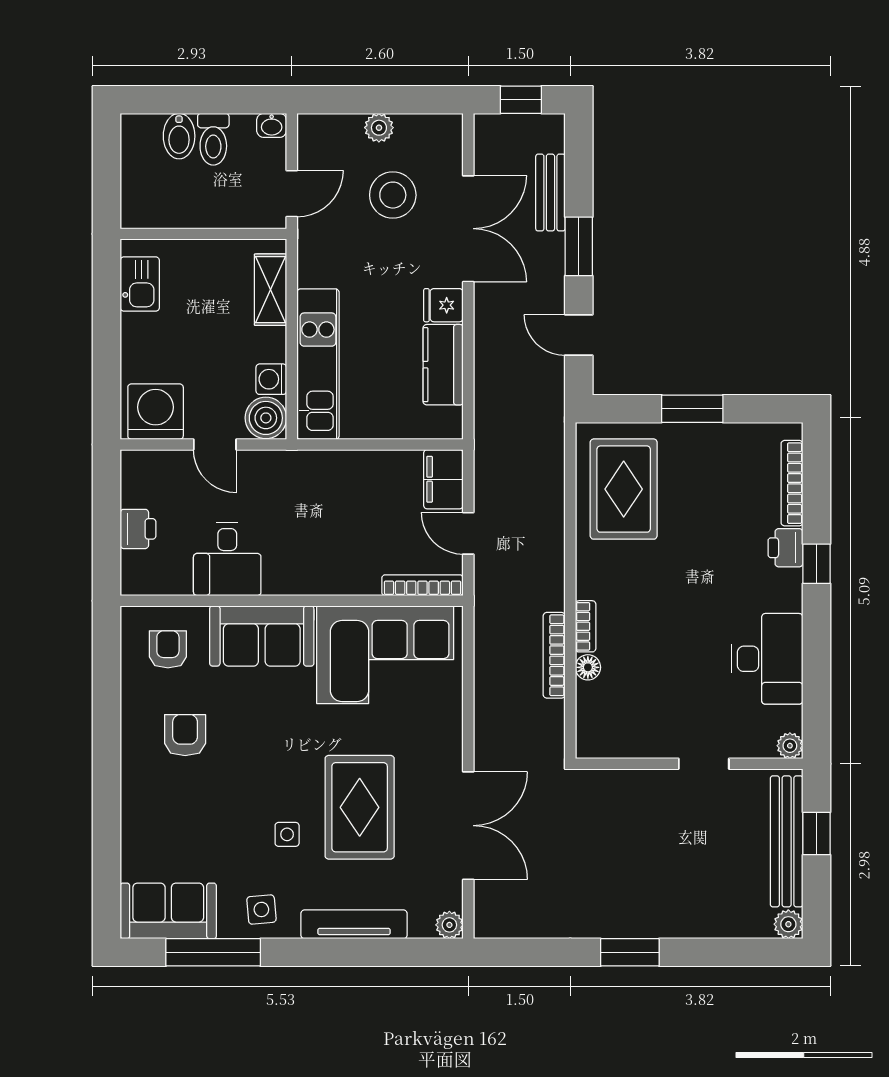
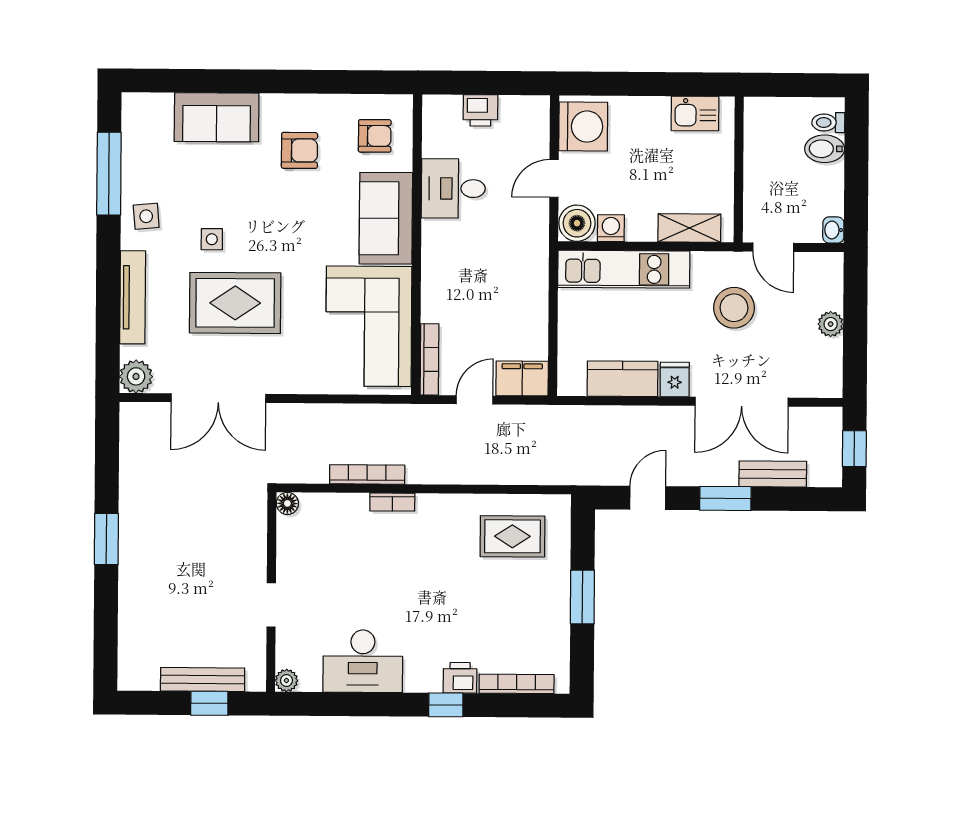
toilet: (213, 139) -> (828, 123), moved, width x0.73, depth x0.72
stool: (393, 195) -> (734, 308), moved
rug: (624, 489) -> (512, 536), width x0.73, depth x0.70
floor lamp: (588, 667) -> (287, 503), moved
bench: (787, 841) -> (203, 680), width x0.73, depth x0.82
sofa: (168, 911) -> (217, 117), moved, turned 90
plant: (788, 924) -> (130, 678), removed
plant: (449, 925) -> (136, 376), width x1.38, depth x1.38

